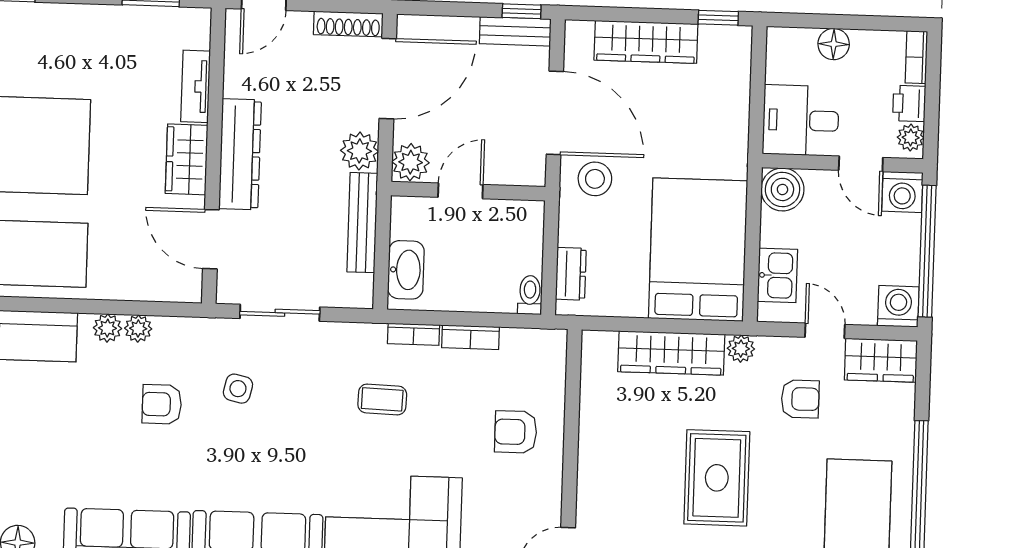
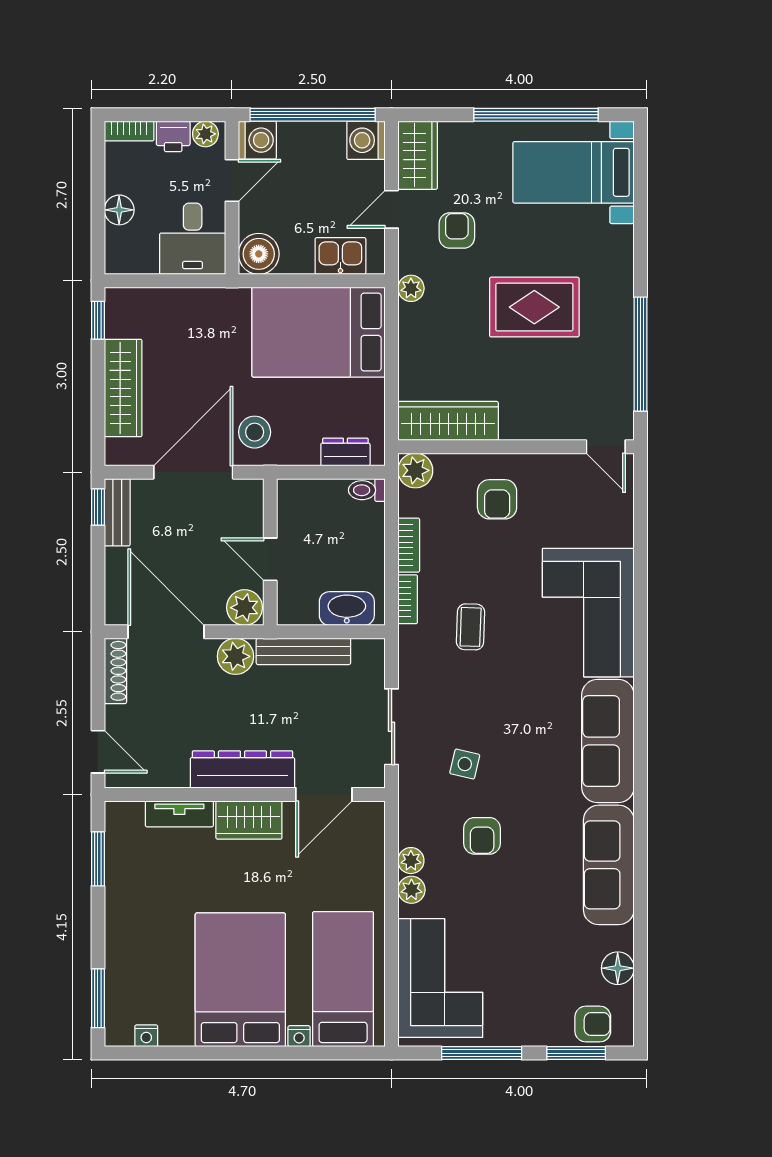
plant: (549, 347) -> (415, 470), added
wardrobe: (671, 353) -> (448, 421), moved, turned -90

